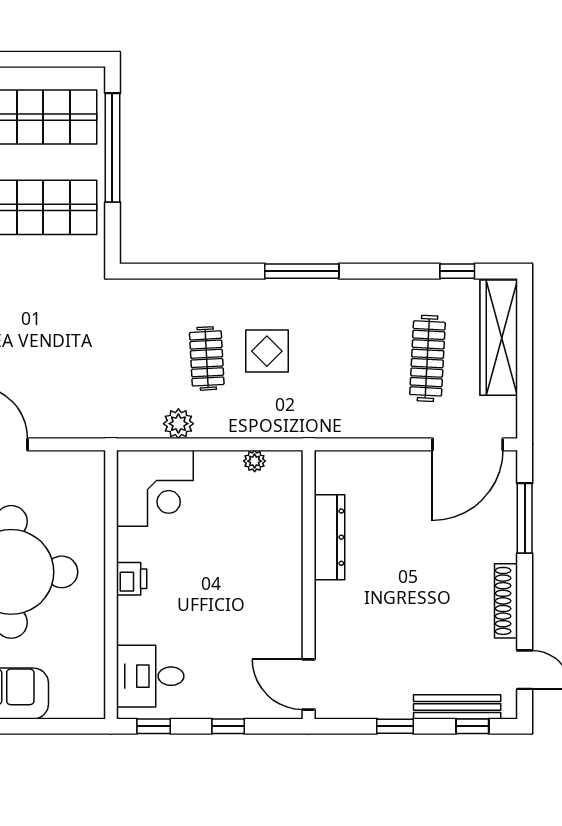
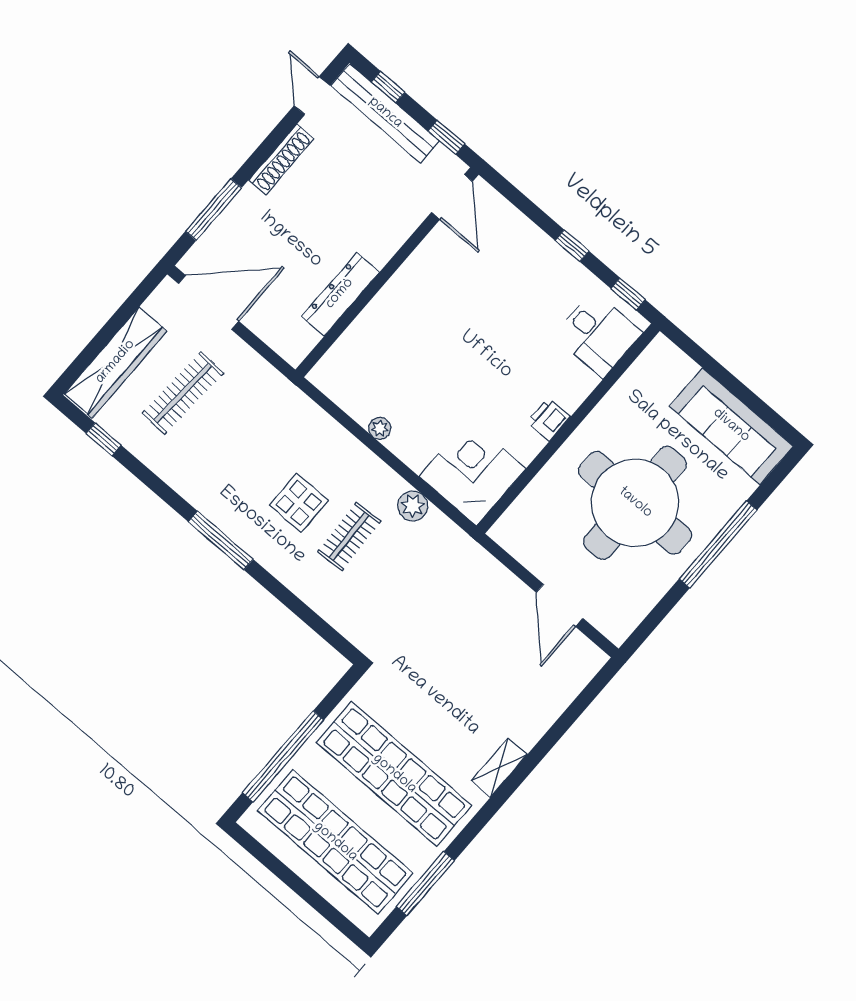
dresser: (329, 537) -> (340, 294), moved
wall: (309, 585) -> (387, 272), moved
door: (309, 684) -> (452, 197), moved
bench: (457, 707) -> (385, 113), width x1.37, depth x1.21

